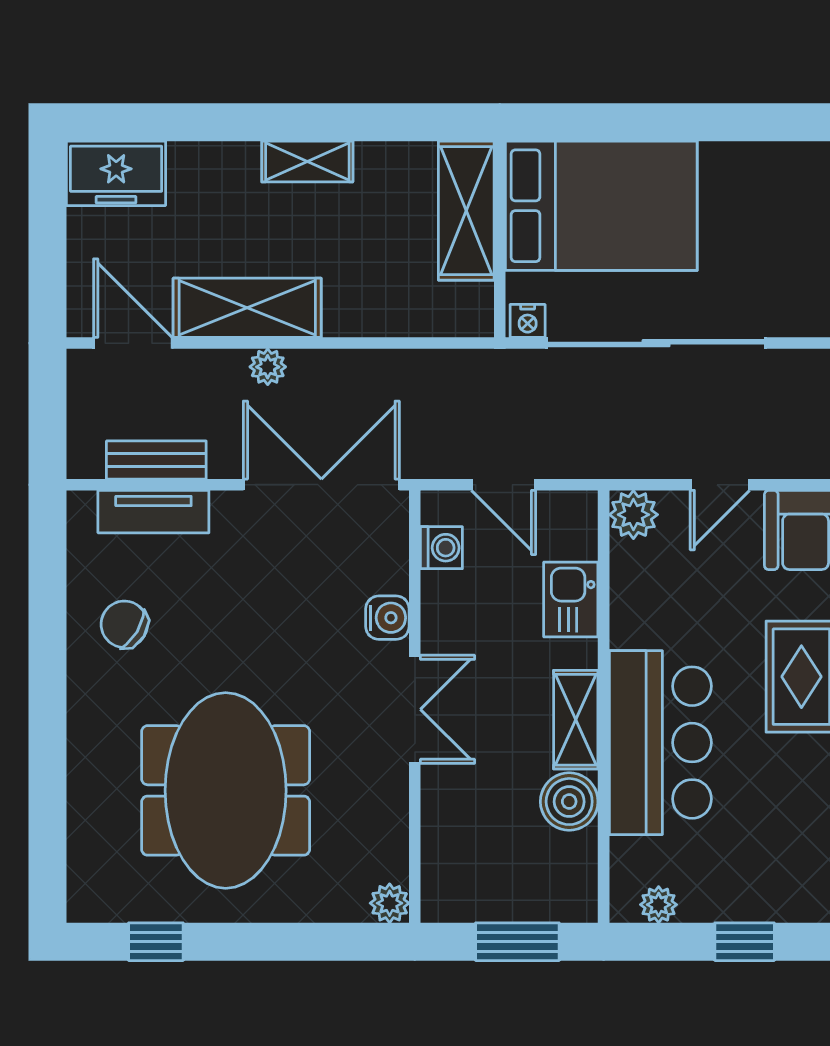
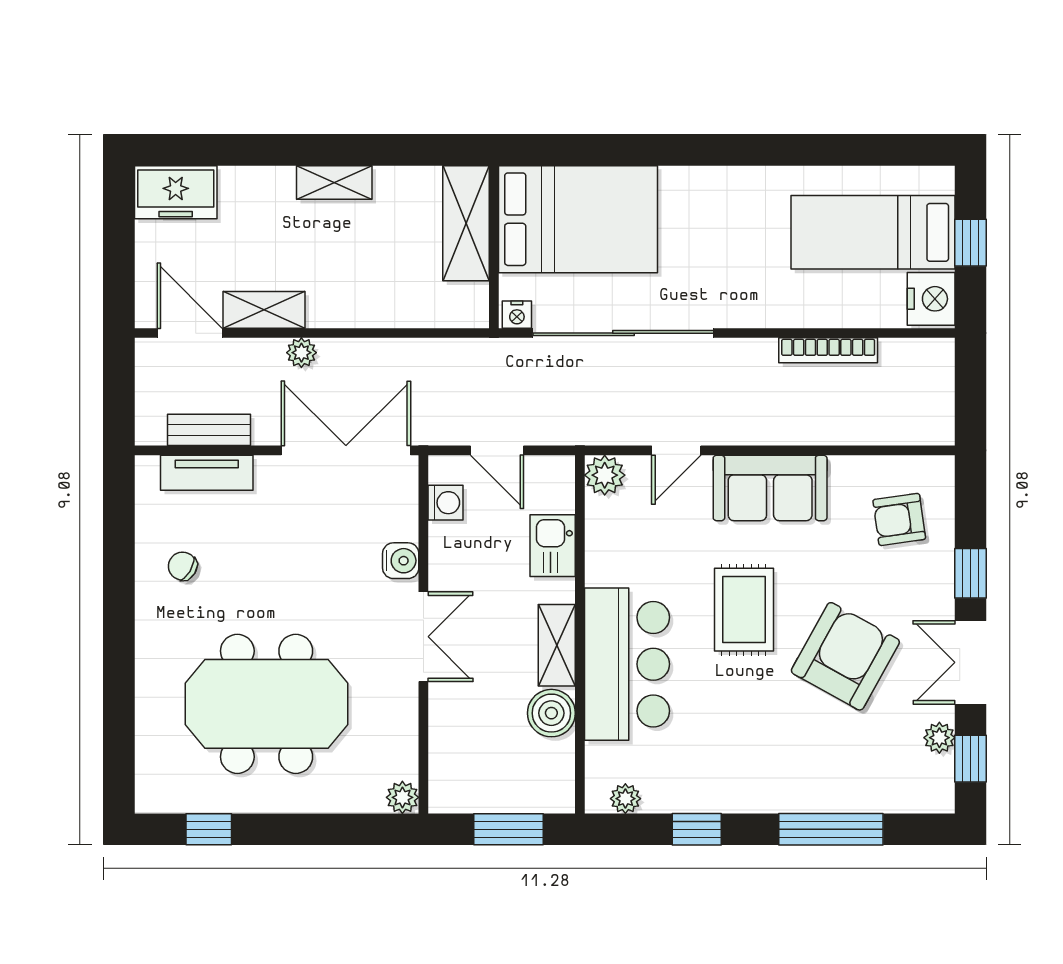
shelving: (247, 308) -> (264, 310), width x0.67, depth x0.75
chair: (124, 624) -> (183, 566), width x0.73, depth x0.73
meeting table: (226, 790) -> (267, 704), turned 90

